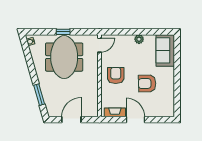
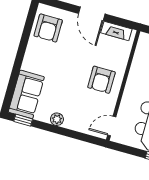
window: (162, 32) -> (23, 120), added
armchair: (147, 83) -> (48, 28), moved, turned 91

